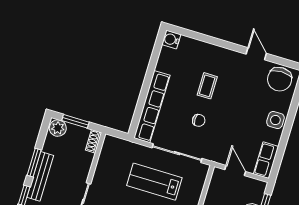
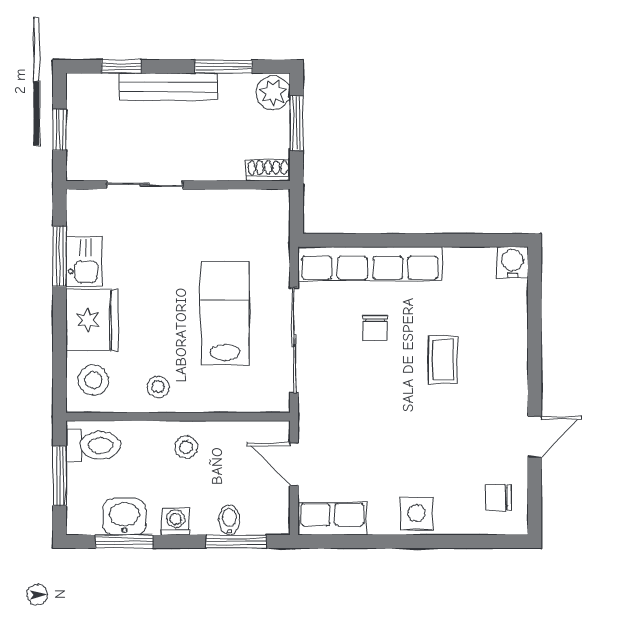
chair: (280, 79) -> (498, 497), width x0.54, depth x0.54
coffee table: (207, 86) -> (443, 360), turned 90
chair: (199, 120) -> (375, 328), moved
window: (34, 163) -> (224, 66), moved
door: (235, 171) -> (294, 464), swing flipped

